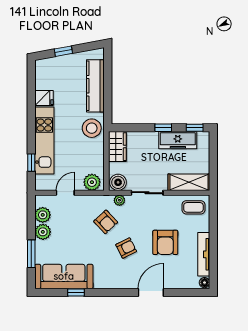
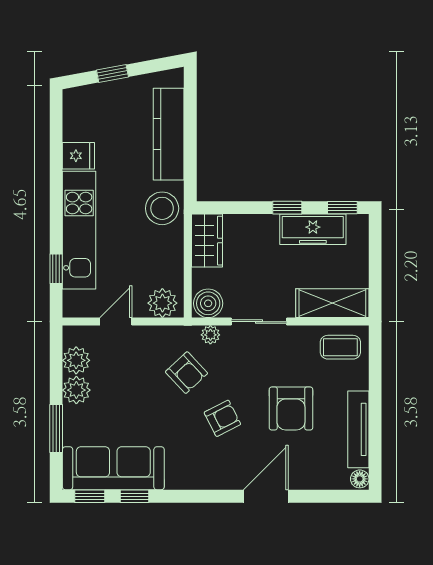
window: (50, 292) -> (90, 496), added

